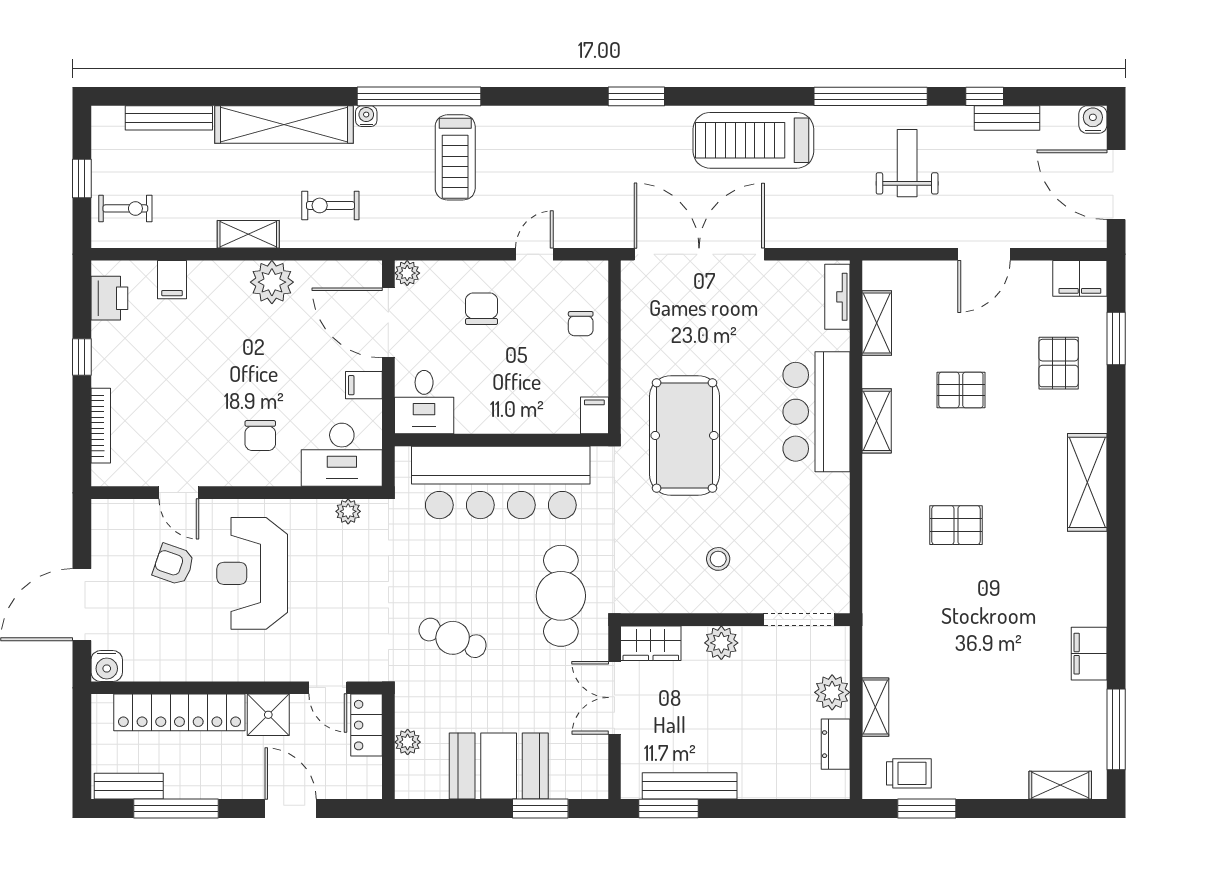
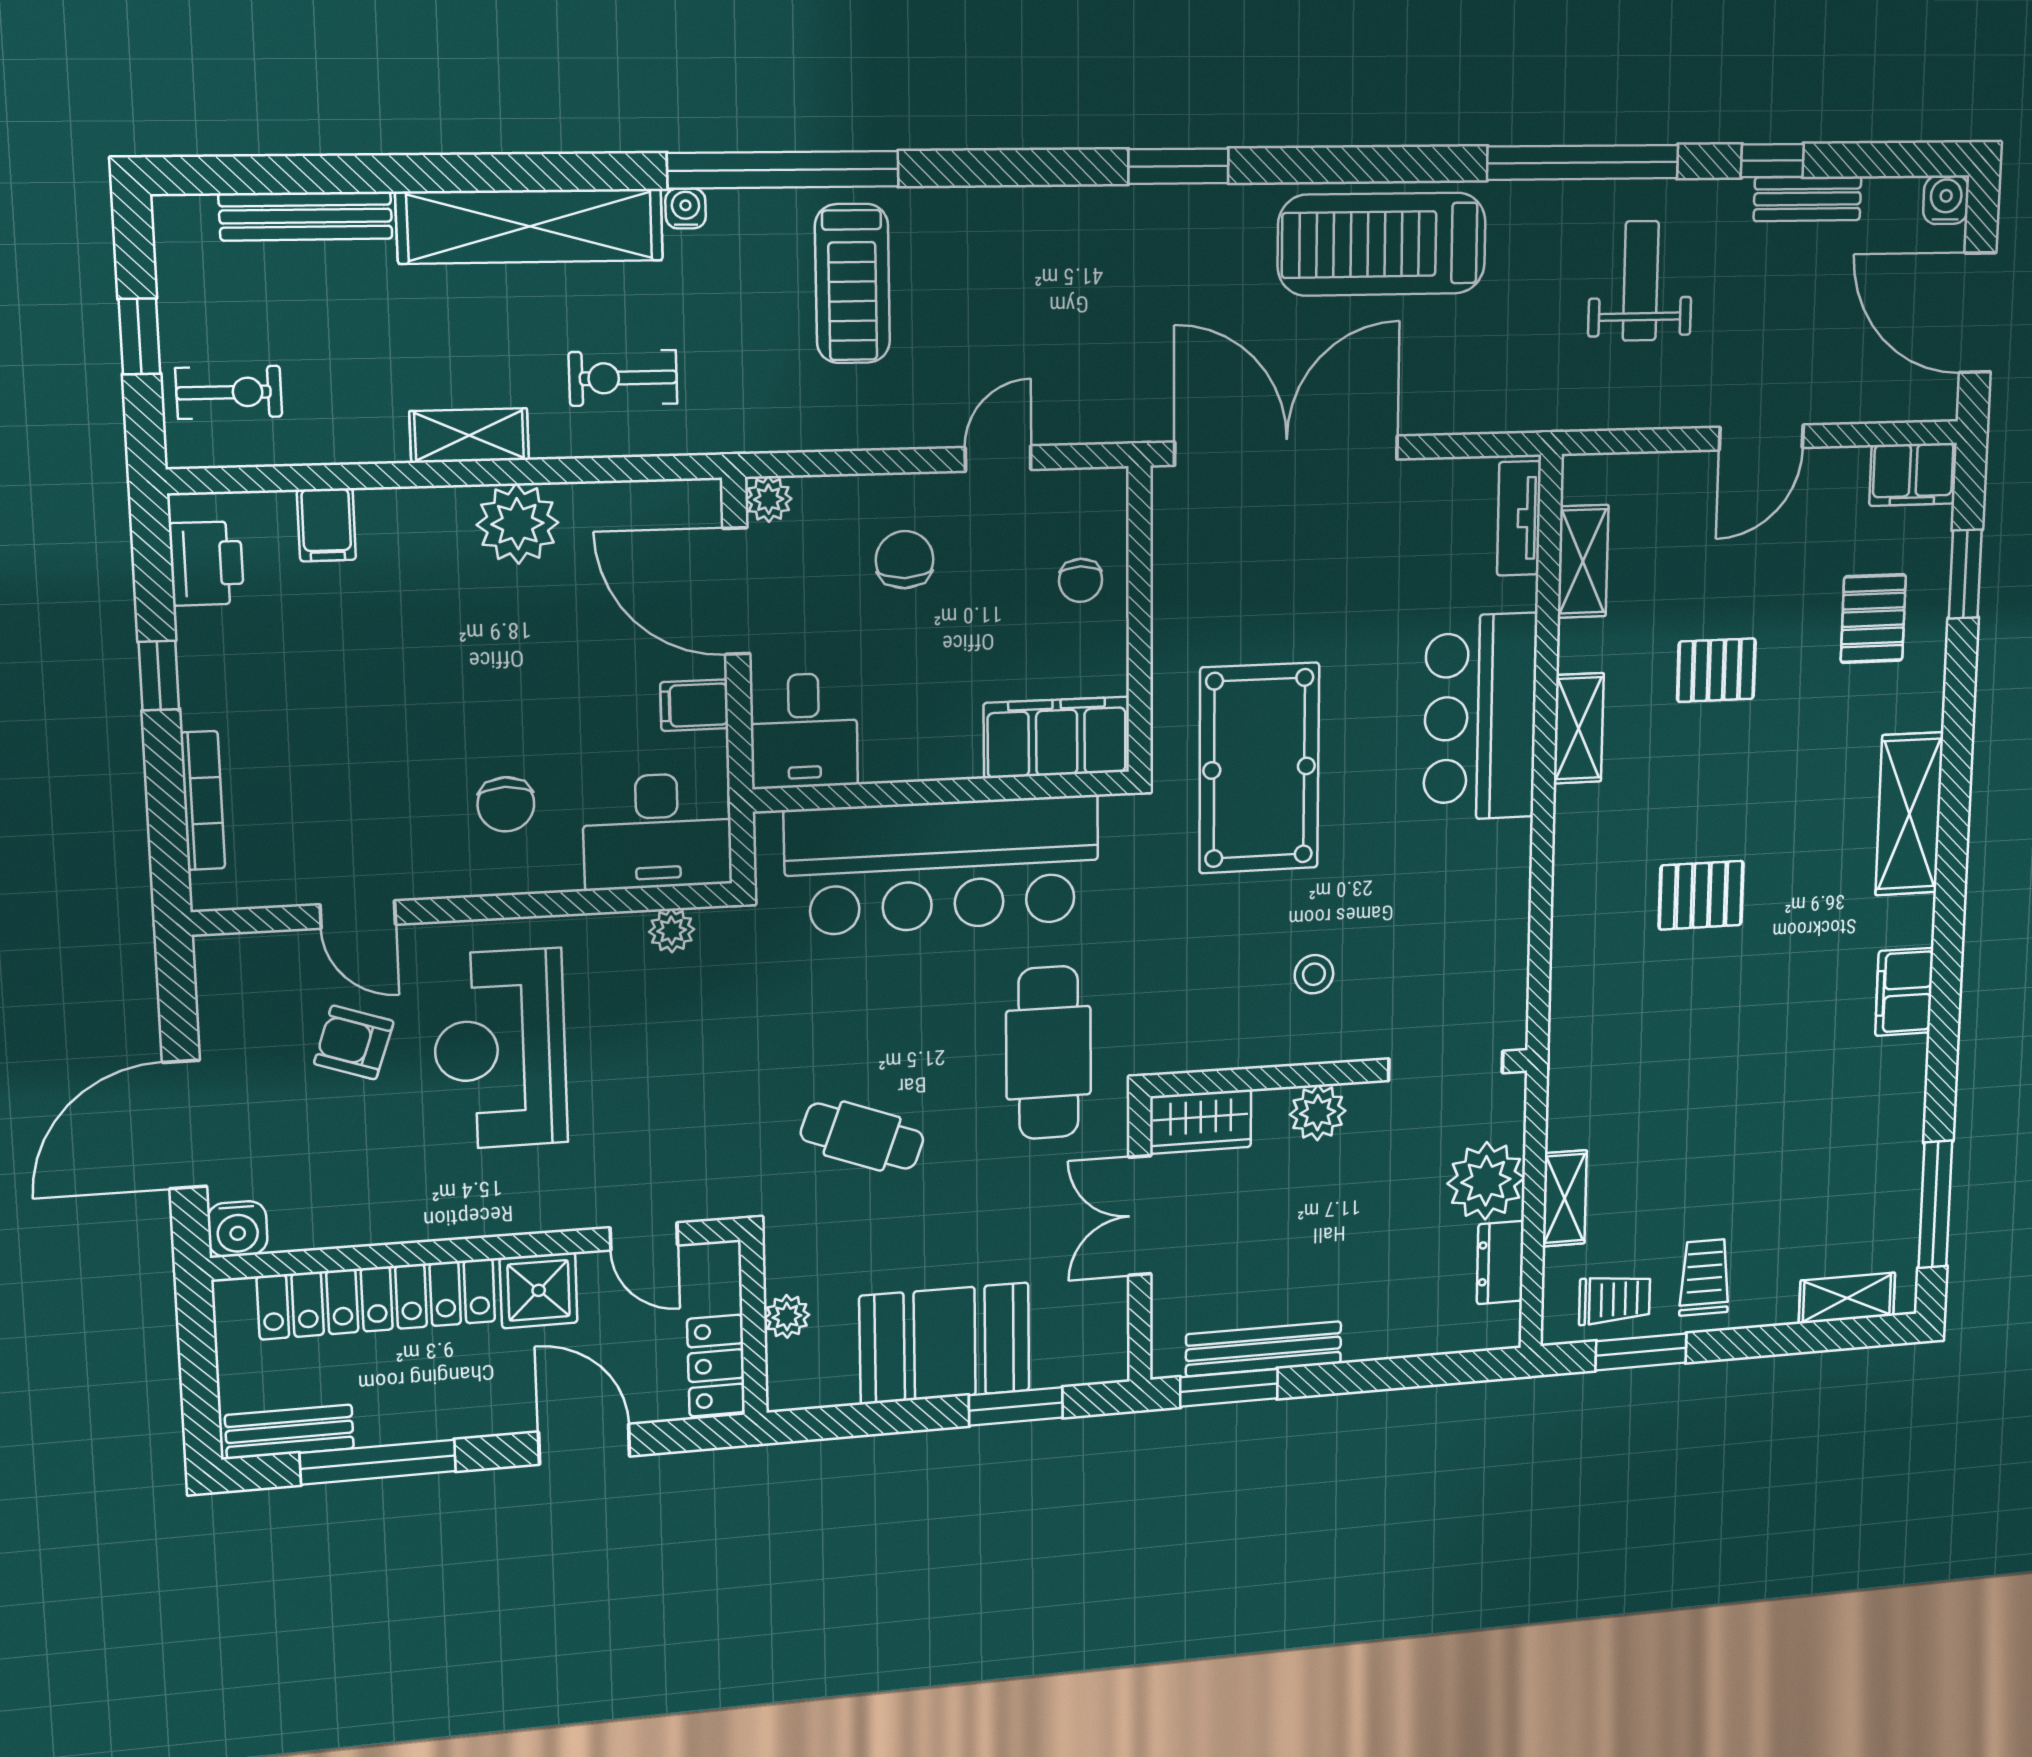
filing cabinet: (594, 415) -> (1057, 737), width x3.00, depth x1.17
filing cabinet: (1089, 654) -> (1904, 992), moved
plant: (832, 692) -> (1486, 1181), width x1.36, depth x1.36
locker: (366, 725) -> (716, 1366), moved
trolley: (966, 764) -> (1705, 1277), added

